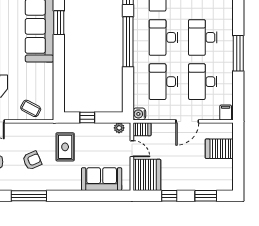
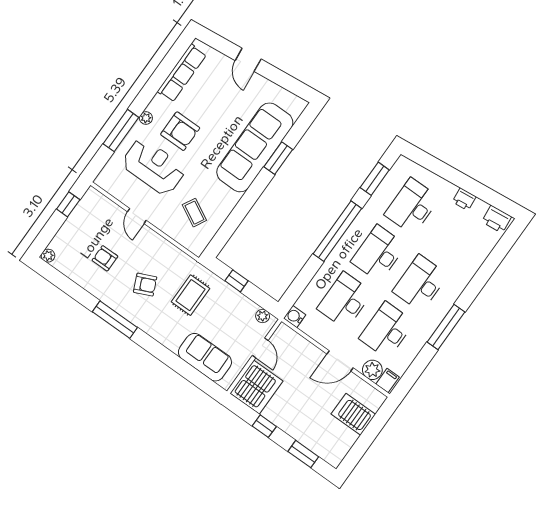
coffee table: (31, 108) -> (194, 213), moved
plant: (211, 113) -> (372, 370), added
server rack: (142, 129) -> (286, 335), removed

